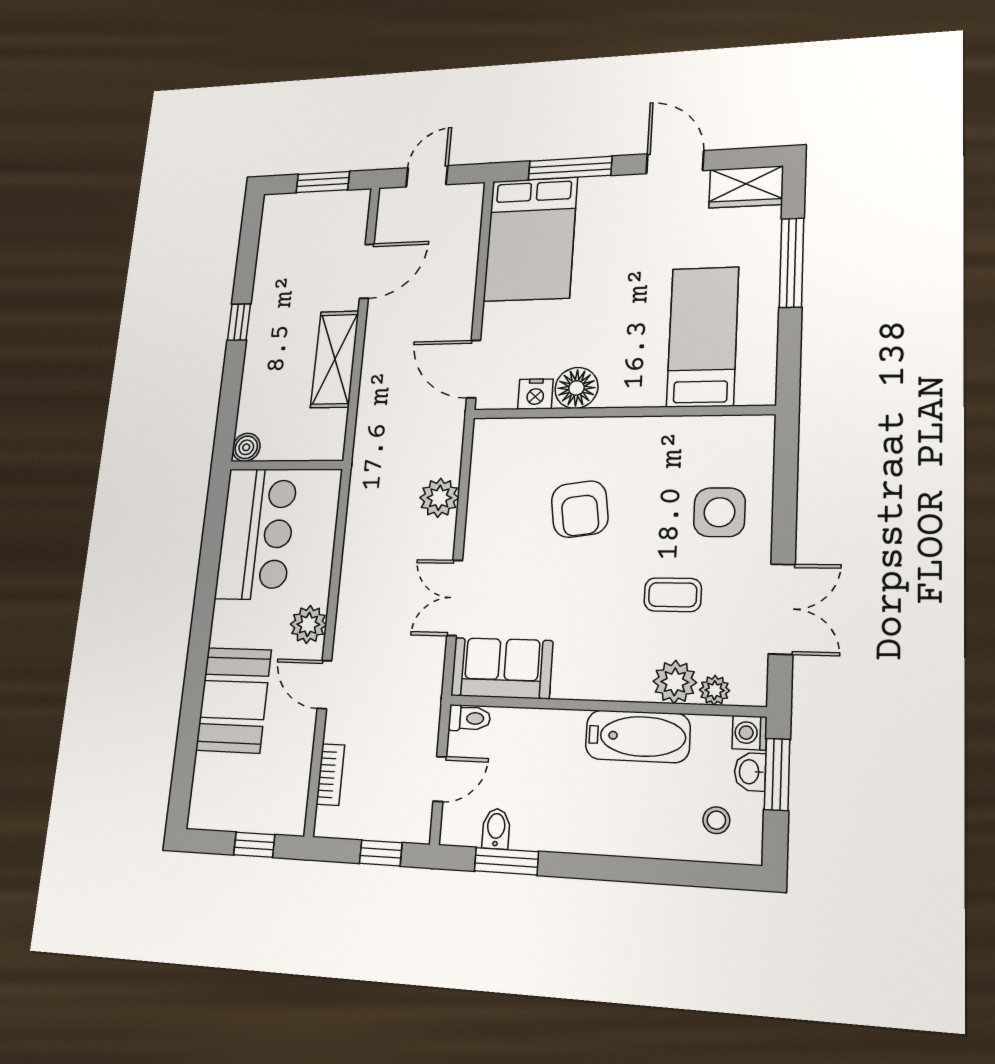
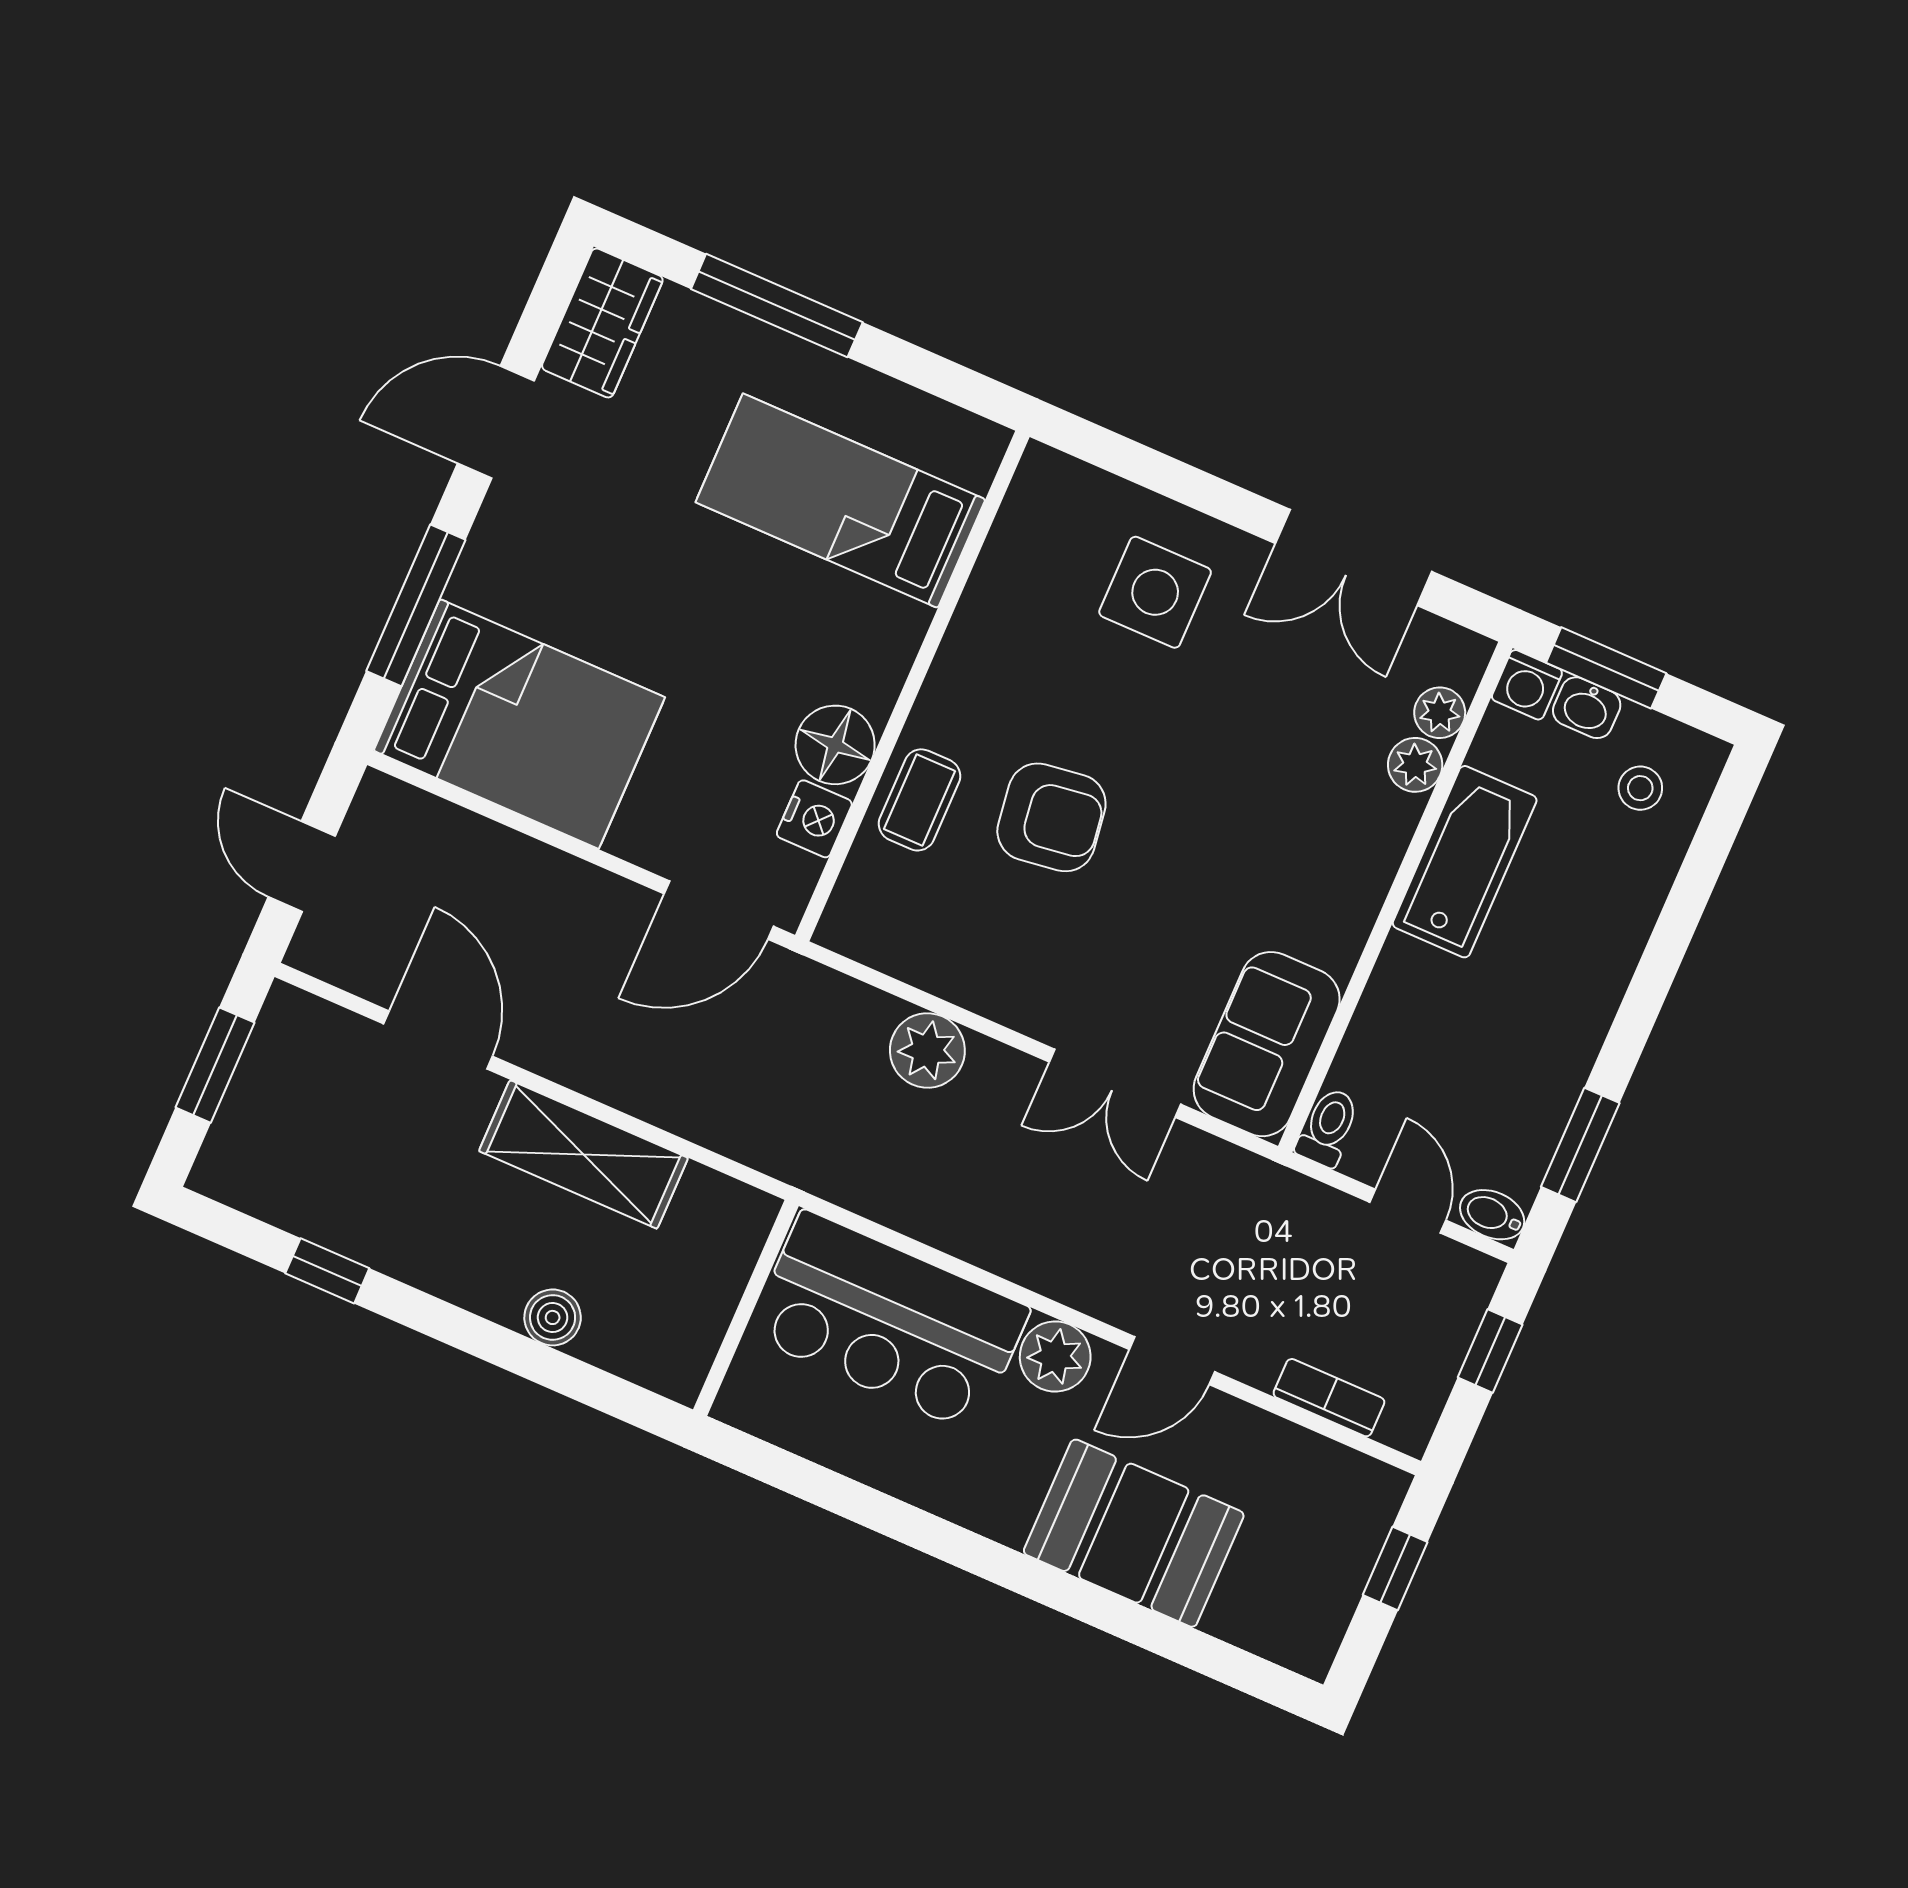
window: (239, 322) -> (327, 1271), moved
boiler: (246, 447) -> (553, 1317), moved
bar counter: (256, 534) -> (889, 1322), moved, turned 180
coffee table: (673, 595) -> (919, 800), moved
double door: (782, 609) -> (1354, 558), swing flipped
plant: (675, 682) -> (1415, 765), width x0.73, depth x0.73
bidet: (496, 829) -> (1492, 1215), moved

